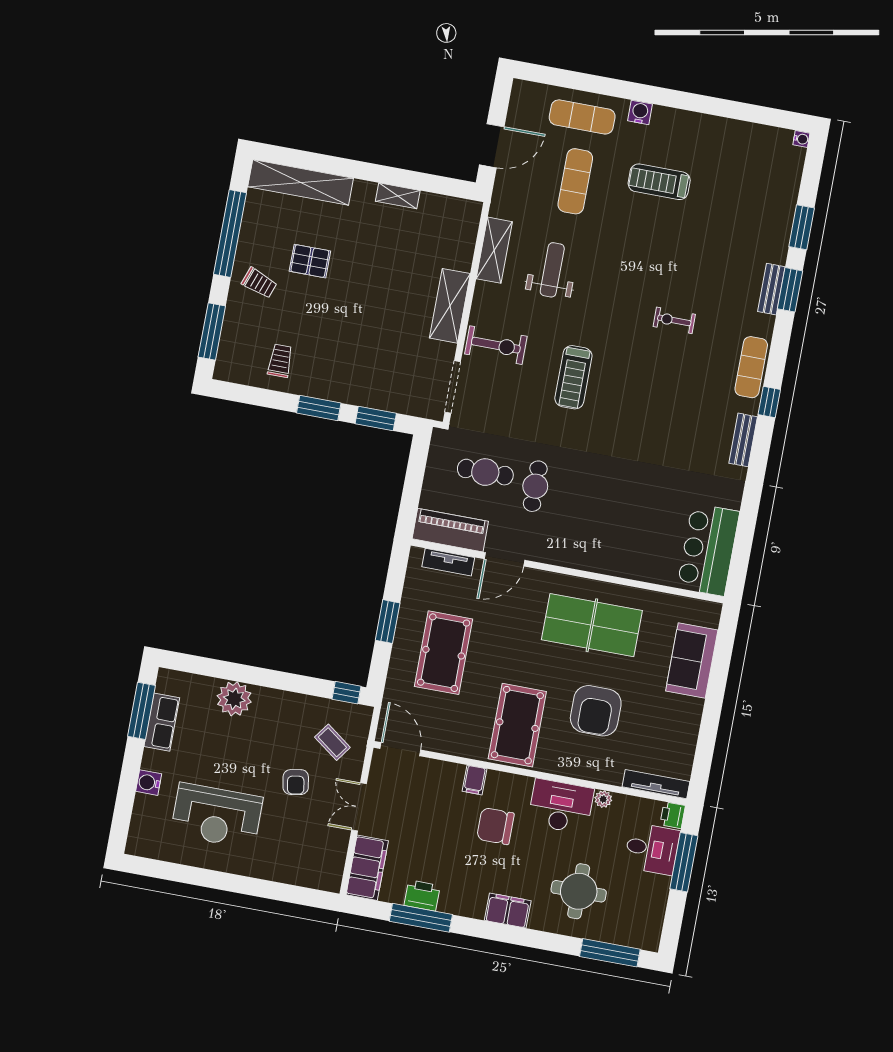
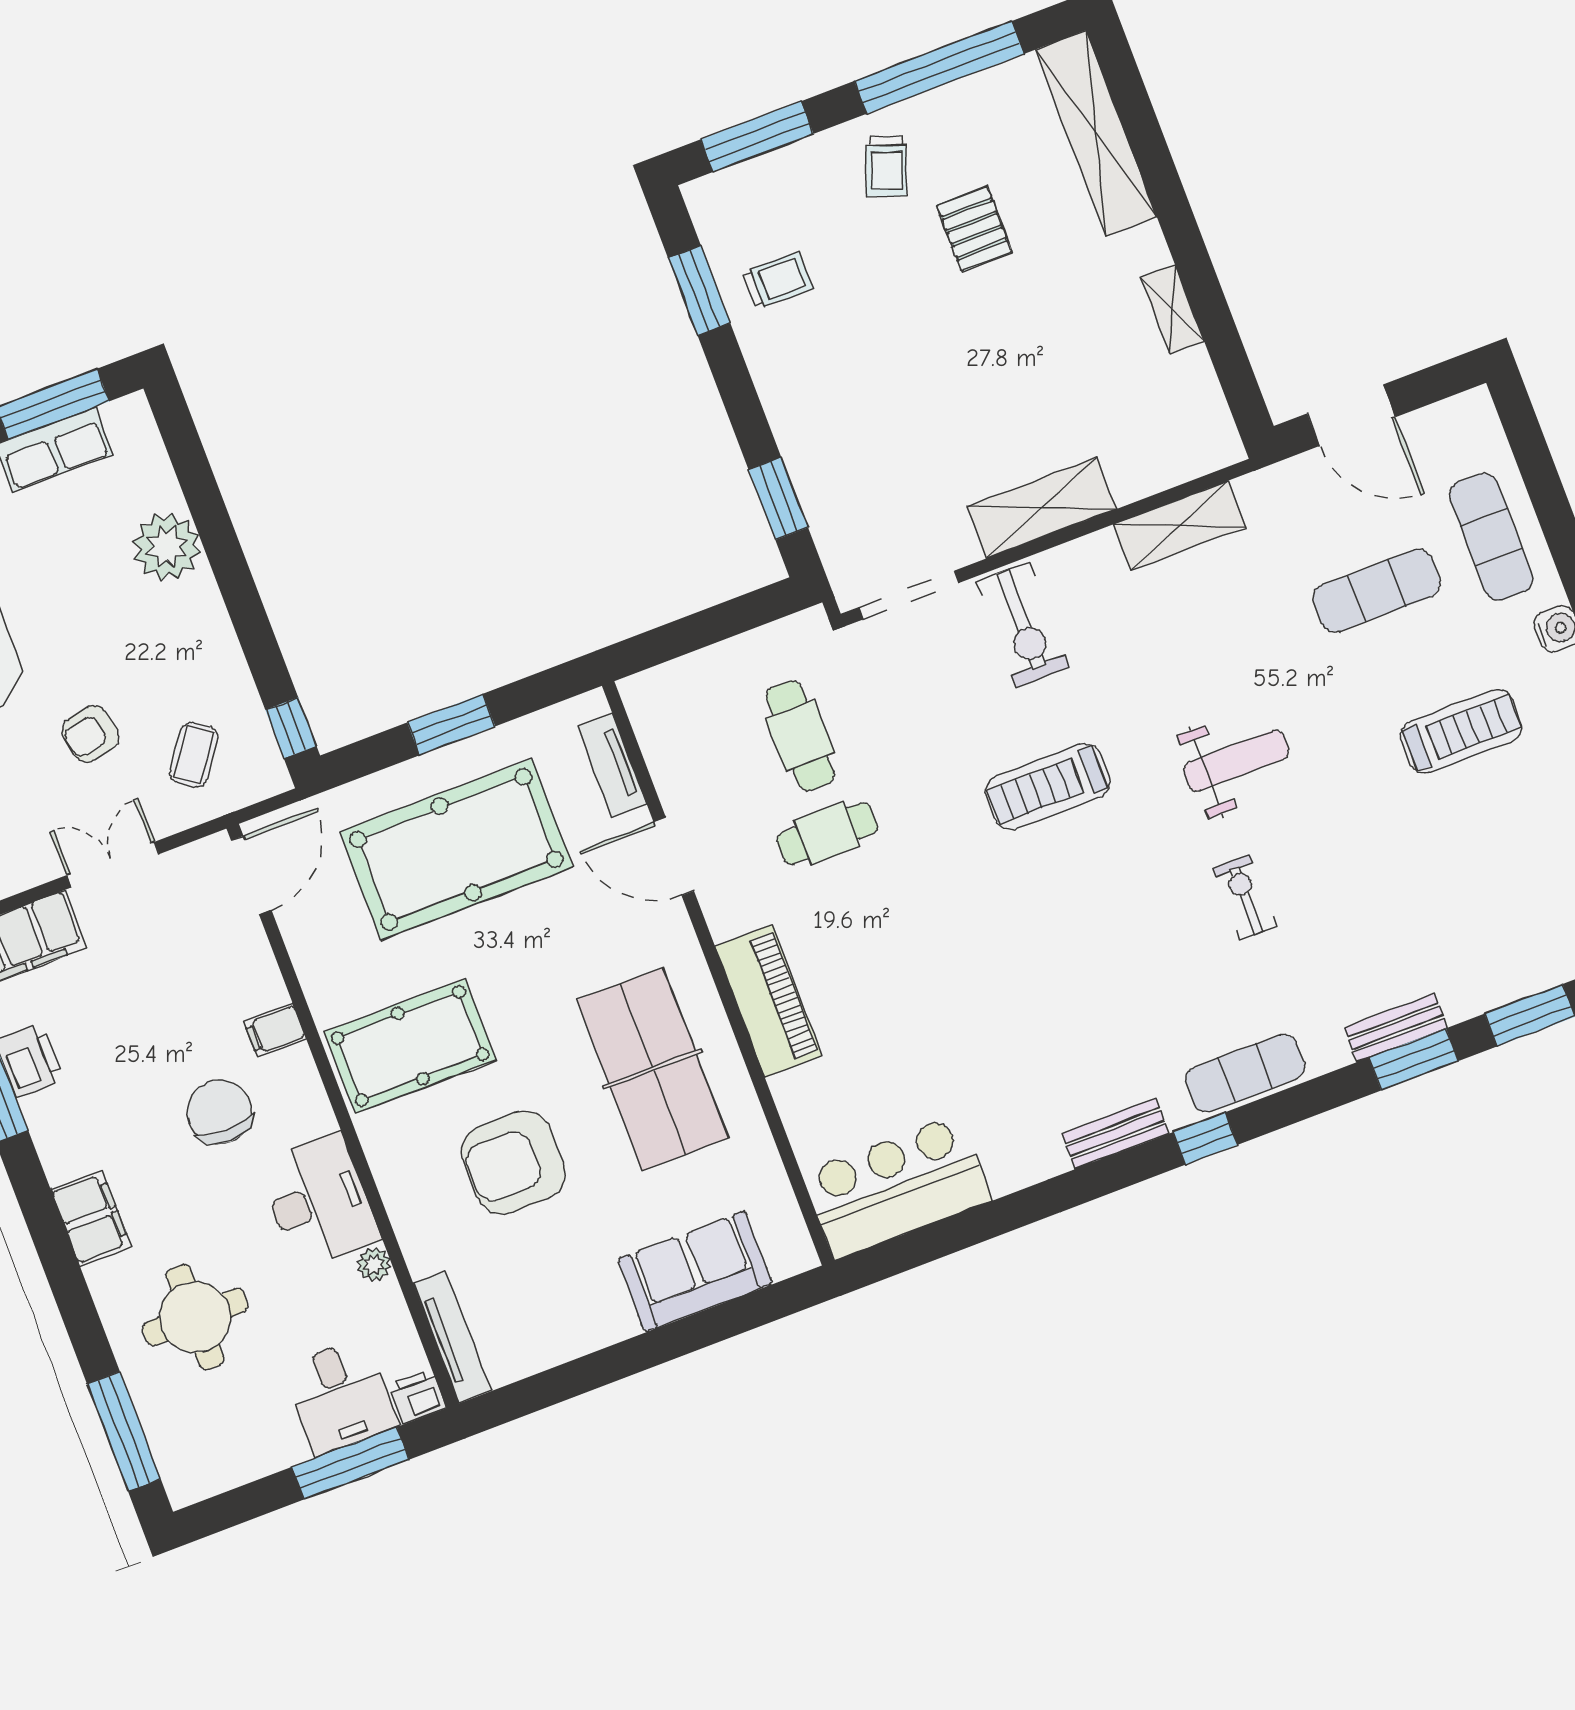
treadmill: (659, 182) -> (1461, 731), turned 90
weight bench: (552, 270) -> (1236, 761), moved
window: (319, 408) -> (699, 290), moved
piano: (450, 530) -> (768, 1001), moved
pool table: (444, 653) -> (456, 849), width x1.36, depth x1.32

